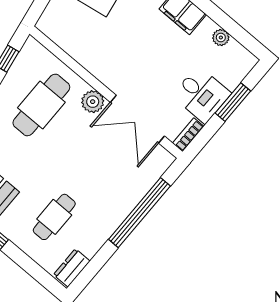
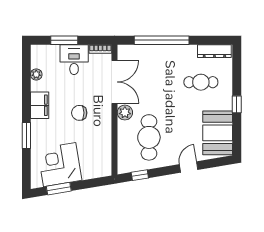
chair: (136, 49) -> (79, 113), added
cafe table: (41, 105) -> (149, 137), turned 90
dresser: (72, 268) -> (214, 51), width x1.44

